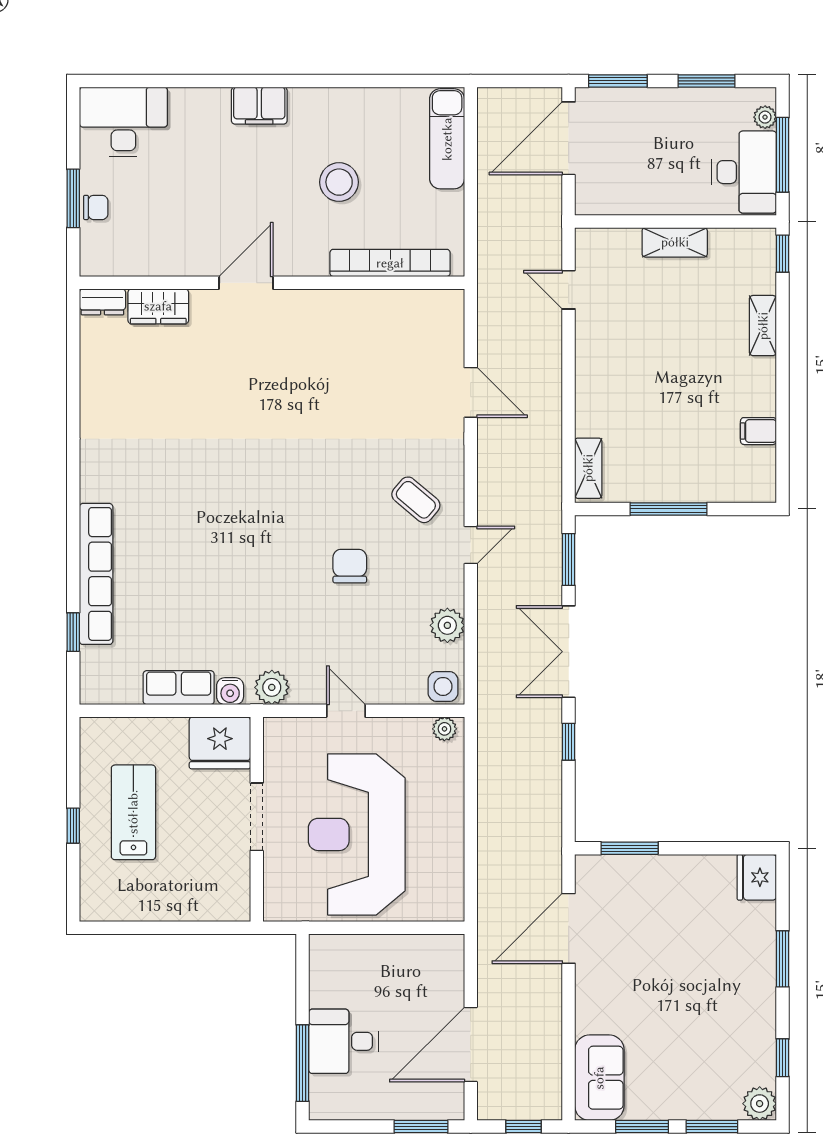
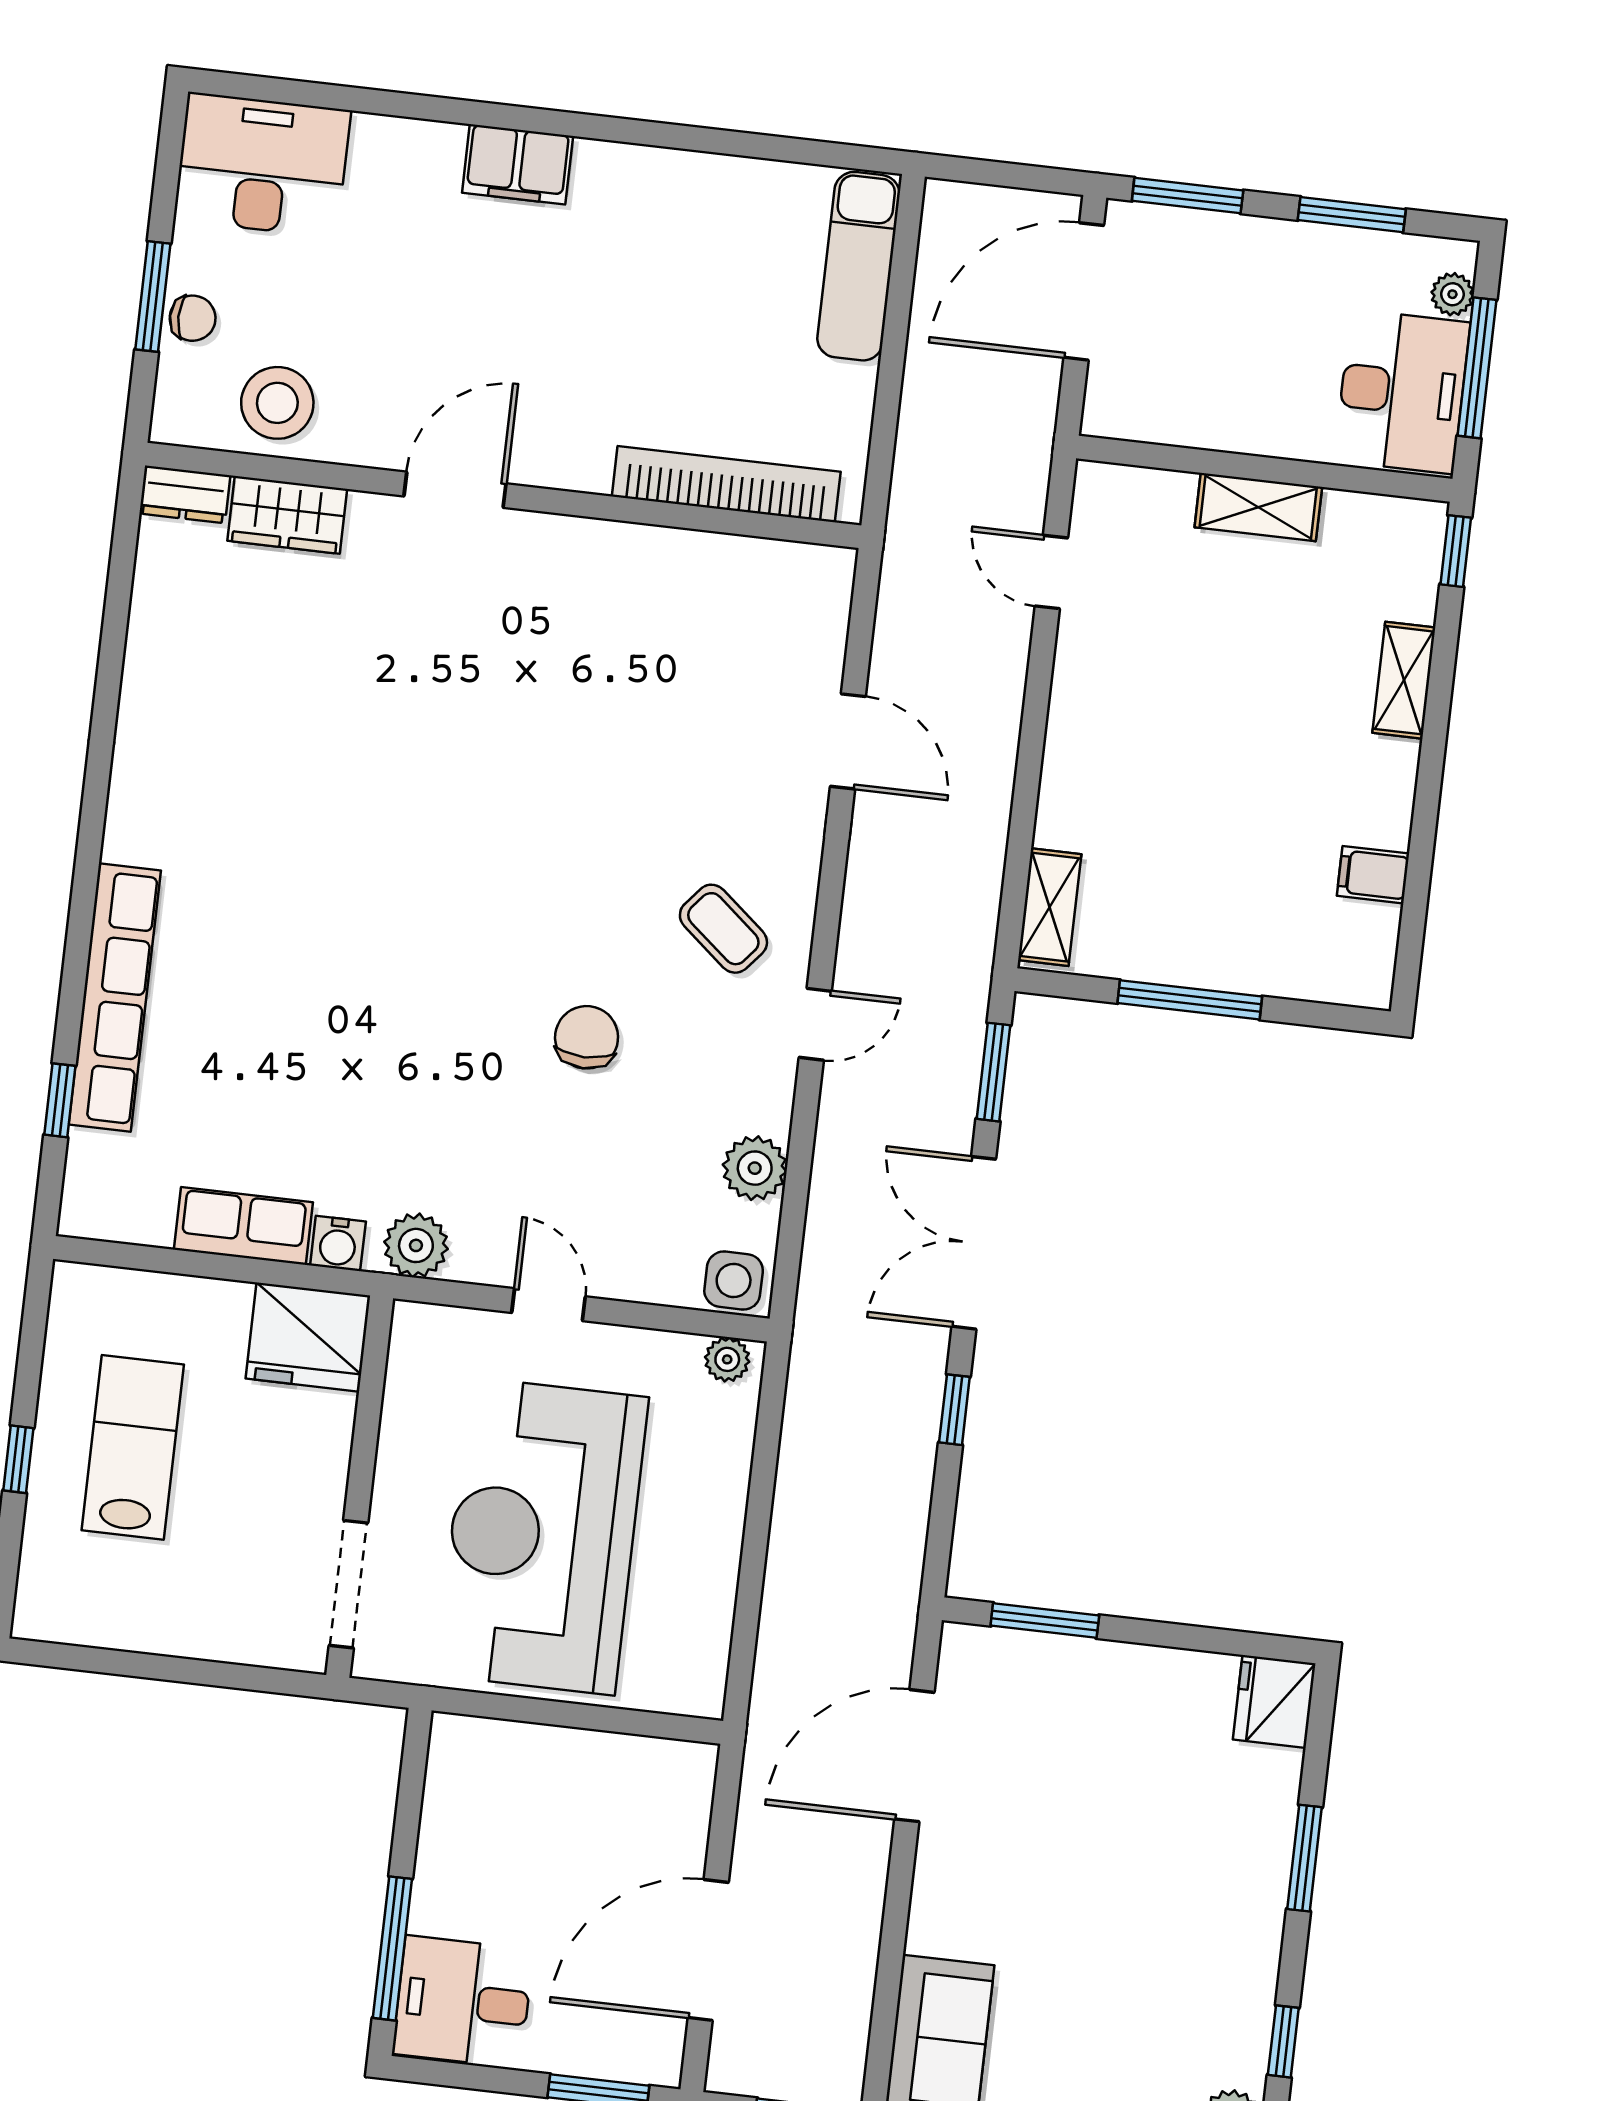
stool: (339, 182) -> (277, 403), moved
doorway: (257, 817) -> (348, 1584), moved
desk: (343, 1041) -> (463, 2002), moved

